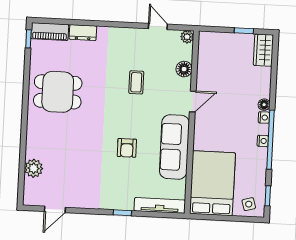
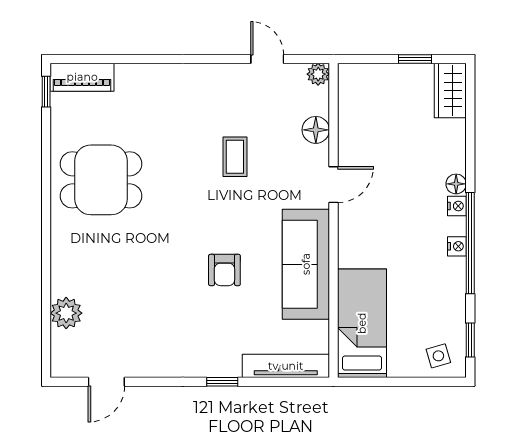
dresser: (83, 33) -> (139, 76), removed
bed: (212, 183) -> (362, 323), width x0.67

